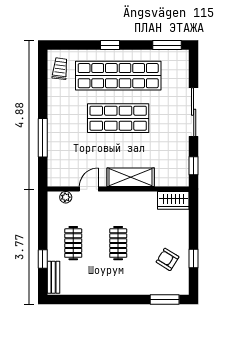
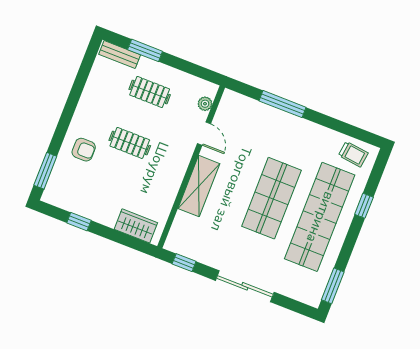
window: (110, 45) -> (364, 206), moved
wardrobe: (173, 200) -> (136, 226), moved, turned 90
window: (43, 259) -> (145, 50), width x1.50
armchair: (168, 259) -> (84, 150), moved, turned 58

